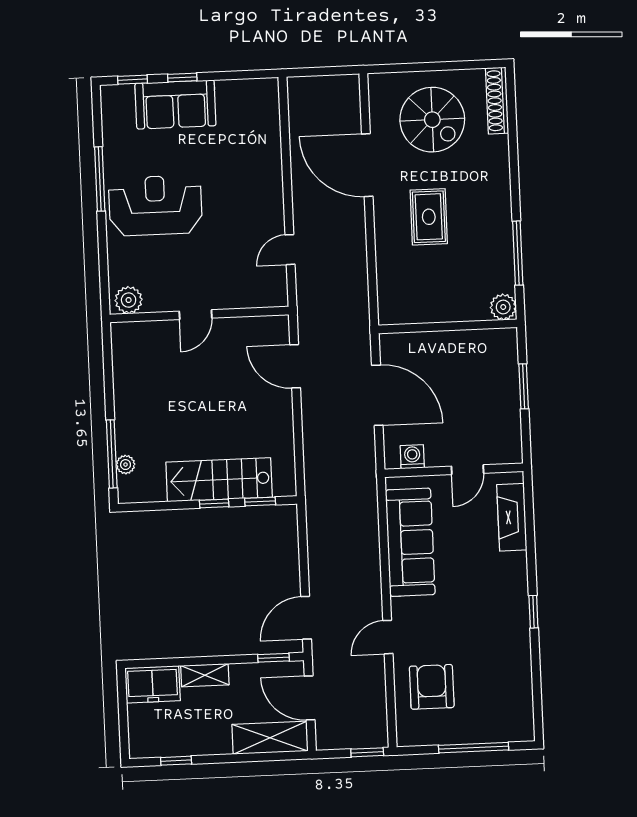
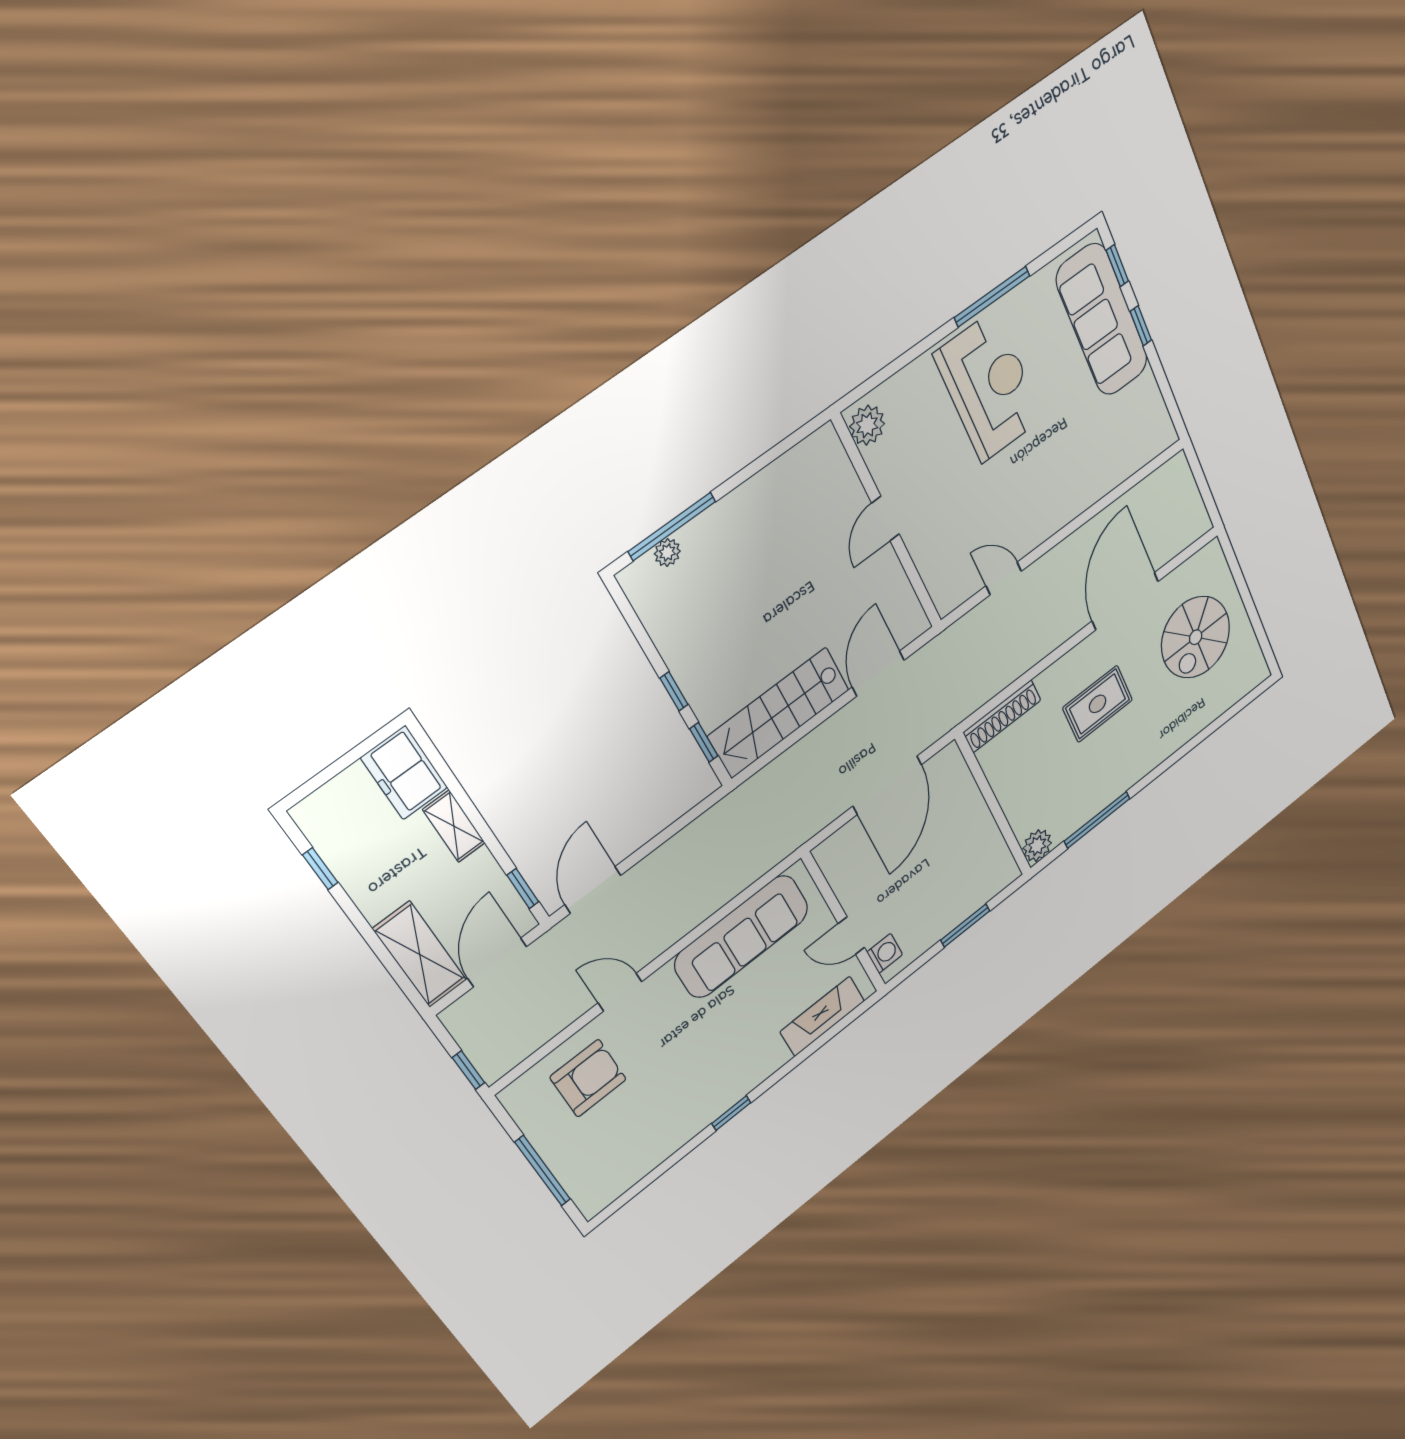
shoe rack: (497, 101) -> (1002, 716), moved, turned 180
sofa: (175, 105) -> (1102, 320), width x1.36
door: (196, 315) -> (885, 519), hinge flipped
washing machine: (412, 457) -> (885, 953), moved
stairs: (219, 480) -> (779, 713), moved, turned -90
door: (306, 618) -> (593, 890), hinge flipped

